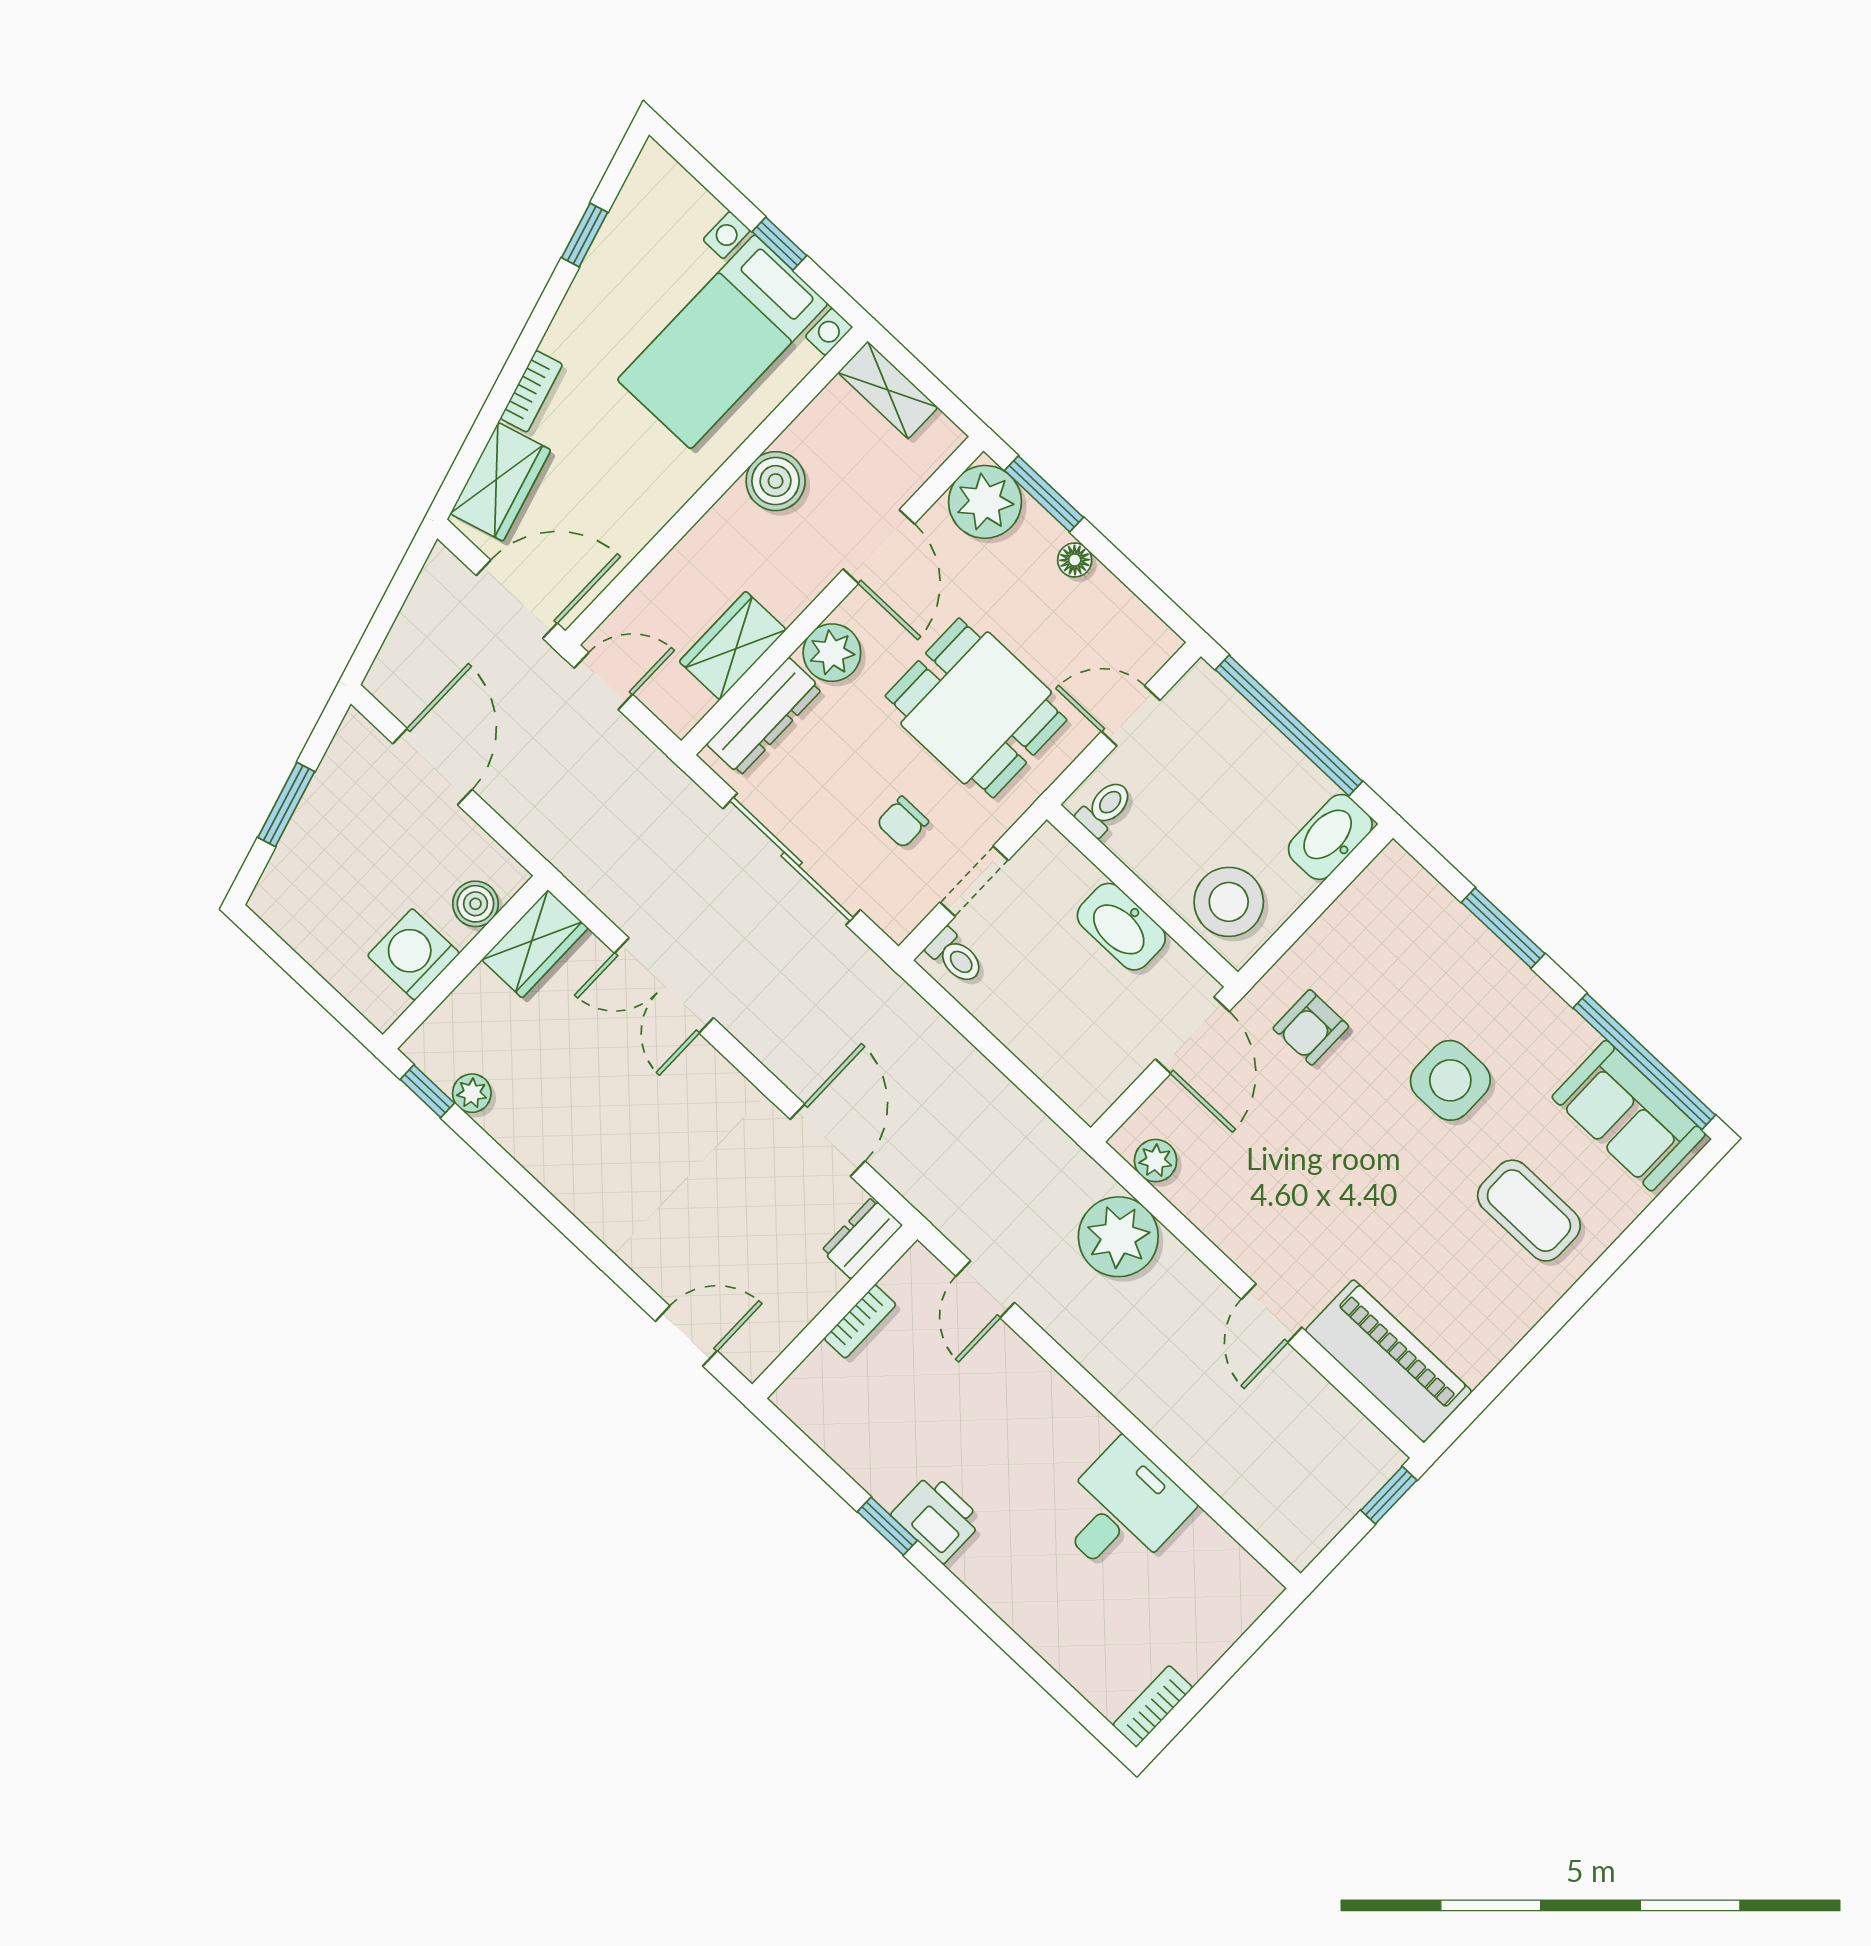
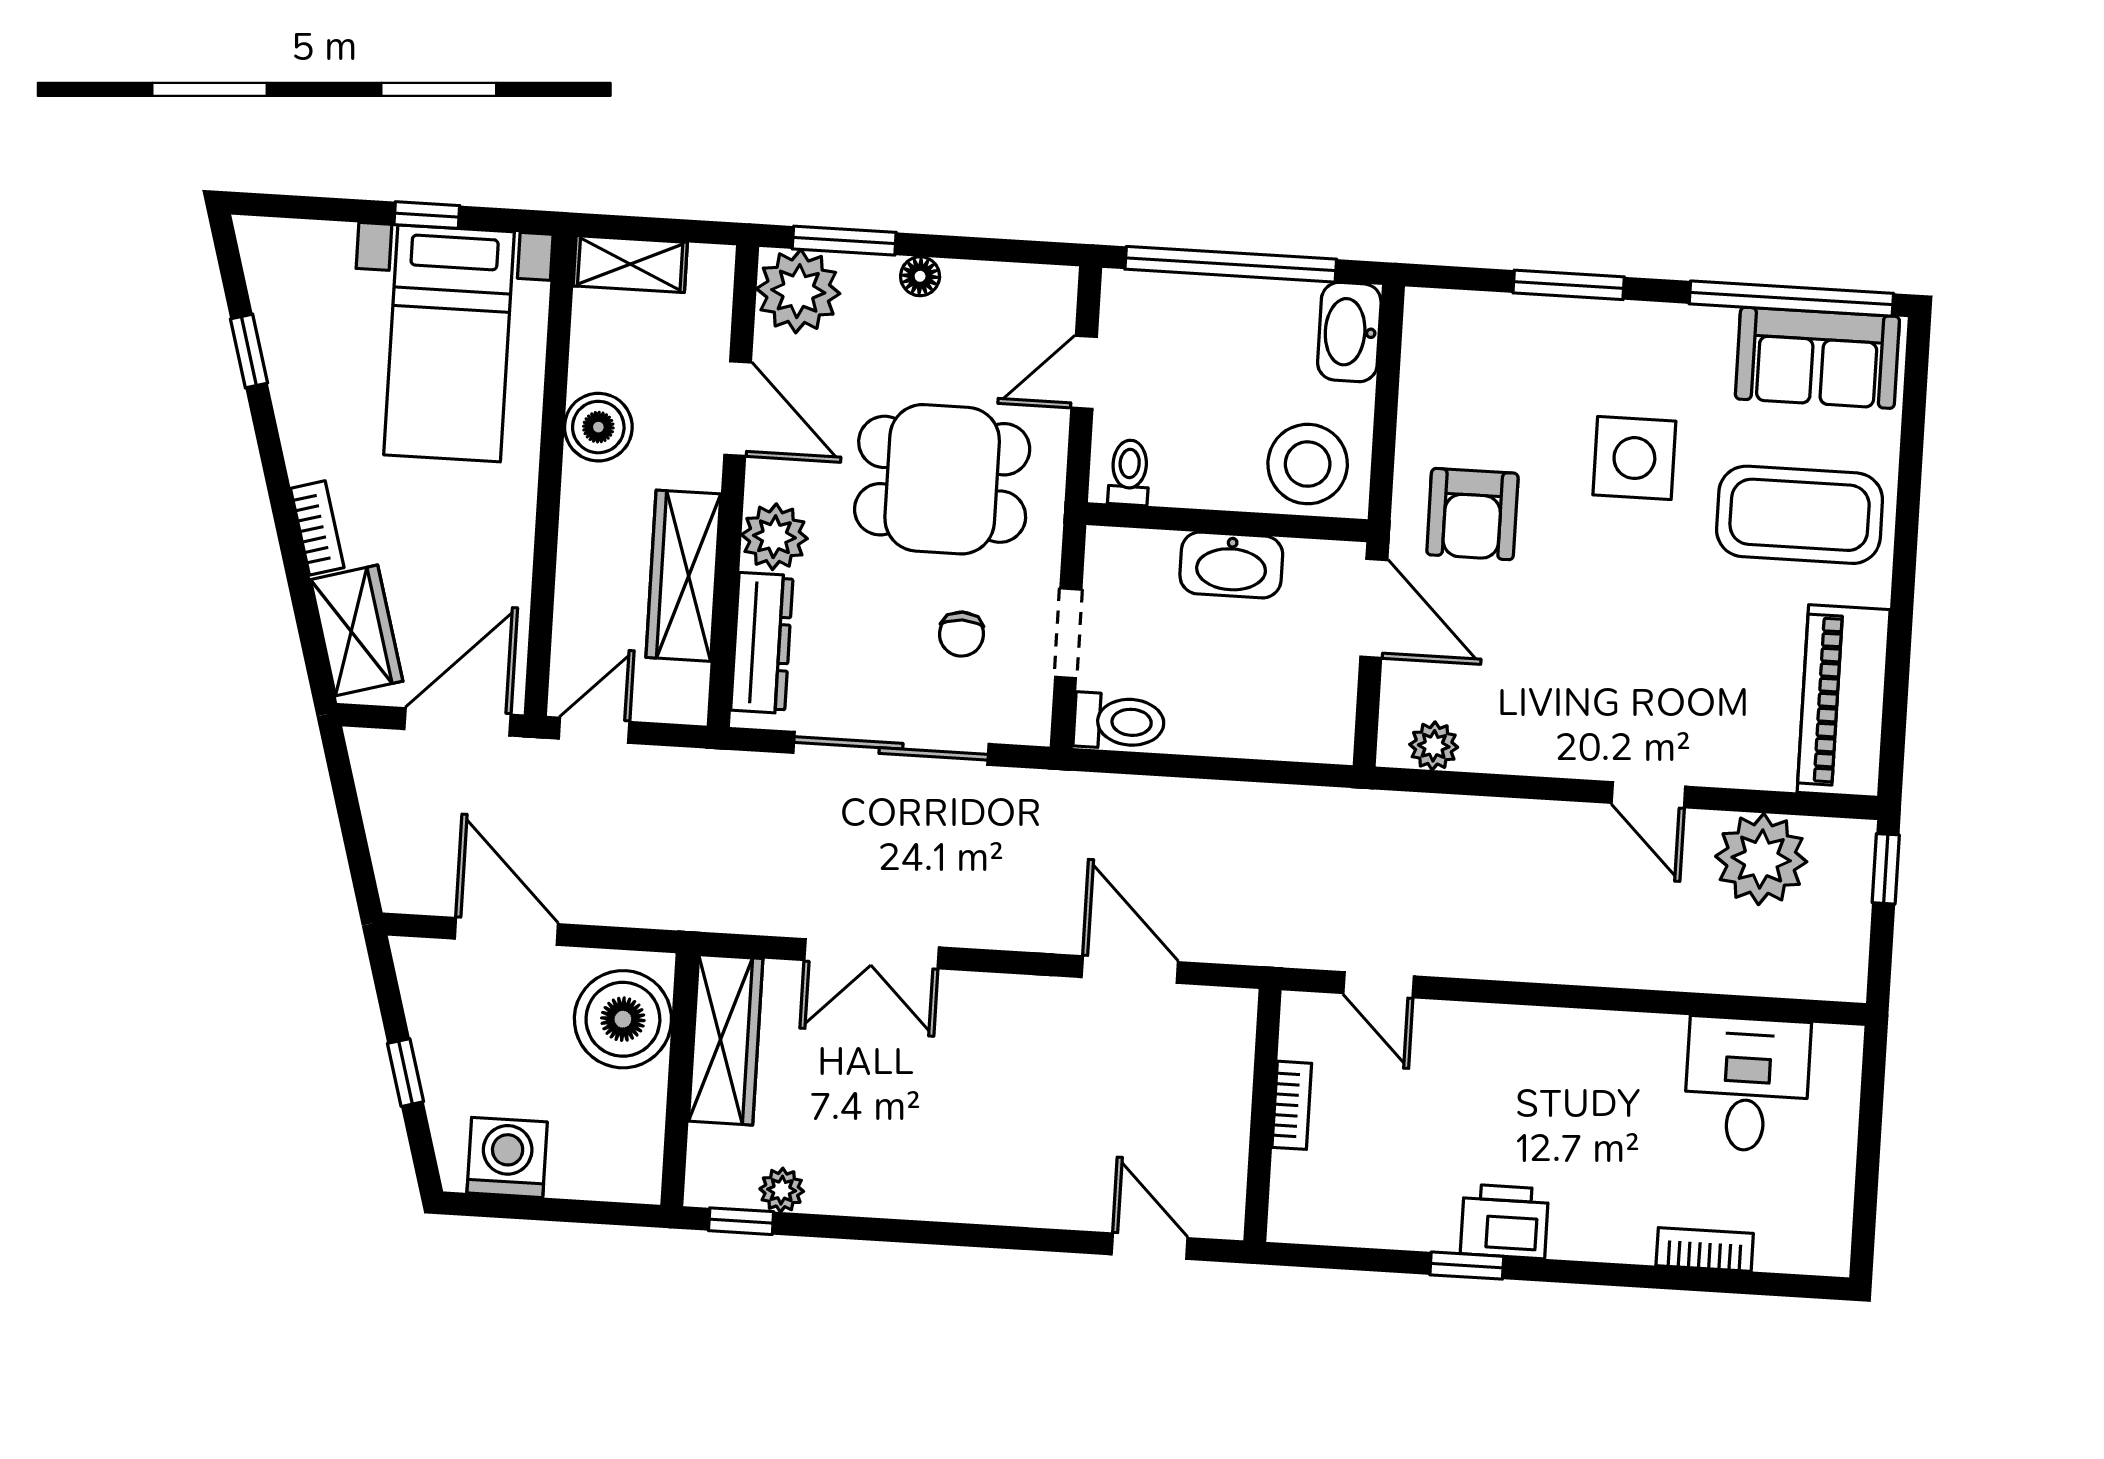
wardrobe: (733, 646) -> (683, 576), width x1.50
window: (286, 805) -> (406, 1073), width x0.67
boiler: (475, 904) -> (623, 1019), width x1.86, depth x1.86
wardrobe: (535, 944) -> (726, 1040), width x1.50
washing machine: (413, 954) -> (507, 1157), moved, turned 90
toilet: (955, 956) -> (1119, 722), width x1.37, depth x1.39
armchair: (1311, 1027) -> (1472, 514), width x1.38, depth x1.38
coffee table: (1529, 1211) -> (1800, 515), width x1.36, depth x1.32
plant: (1118, 1237) -> (1761, 859), moved
dresser: (862, 1238) -> (1232, 1030), removed
door: (686, 1336) -> (1150, 1246), hinge flipped
piano: (1388, 1361) -> (1844, 701), moved, turned -90
desk: (1122, 1511) -> (1747, 1084), moved
bookcase: (1153, 1706) -> (1705, 1250), moved, turned 90

